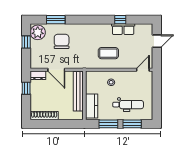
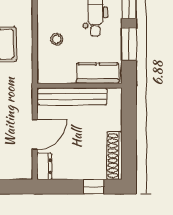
window: (26, 88) -> (94, 187), moved

